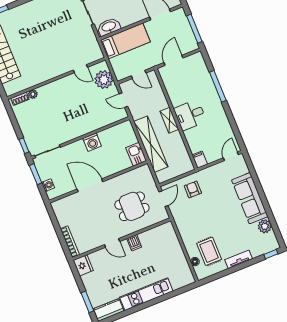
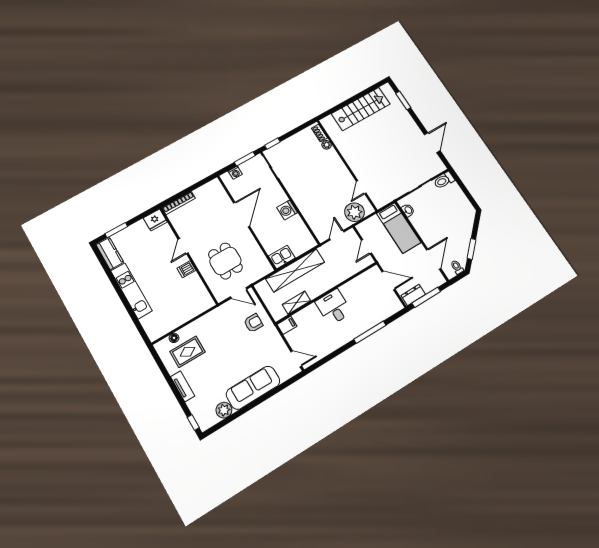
washbasin: (109, 27) -> (408, 210), width x0.52, depth x0.69
dresser: (190, 40) -> (413, 295), added
shelving: (169, 120) -> (296, 303), moved

